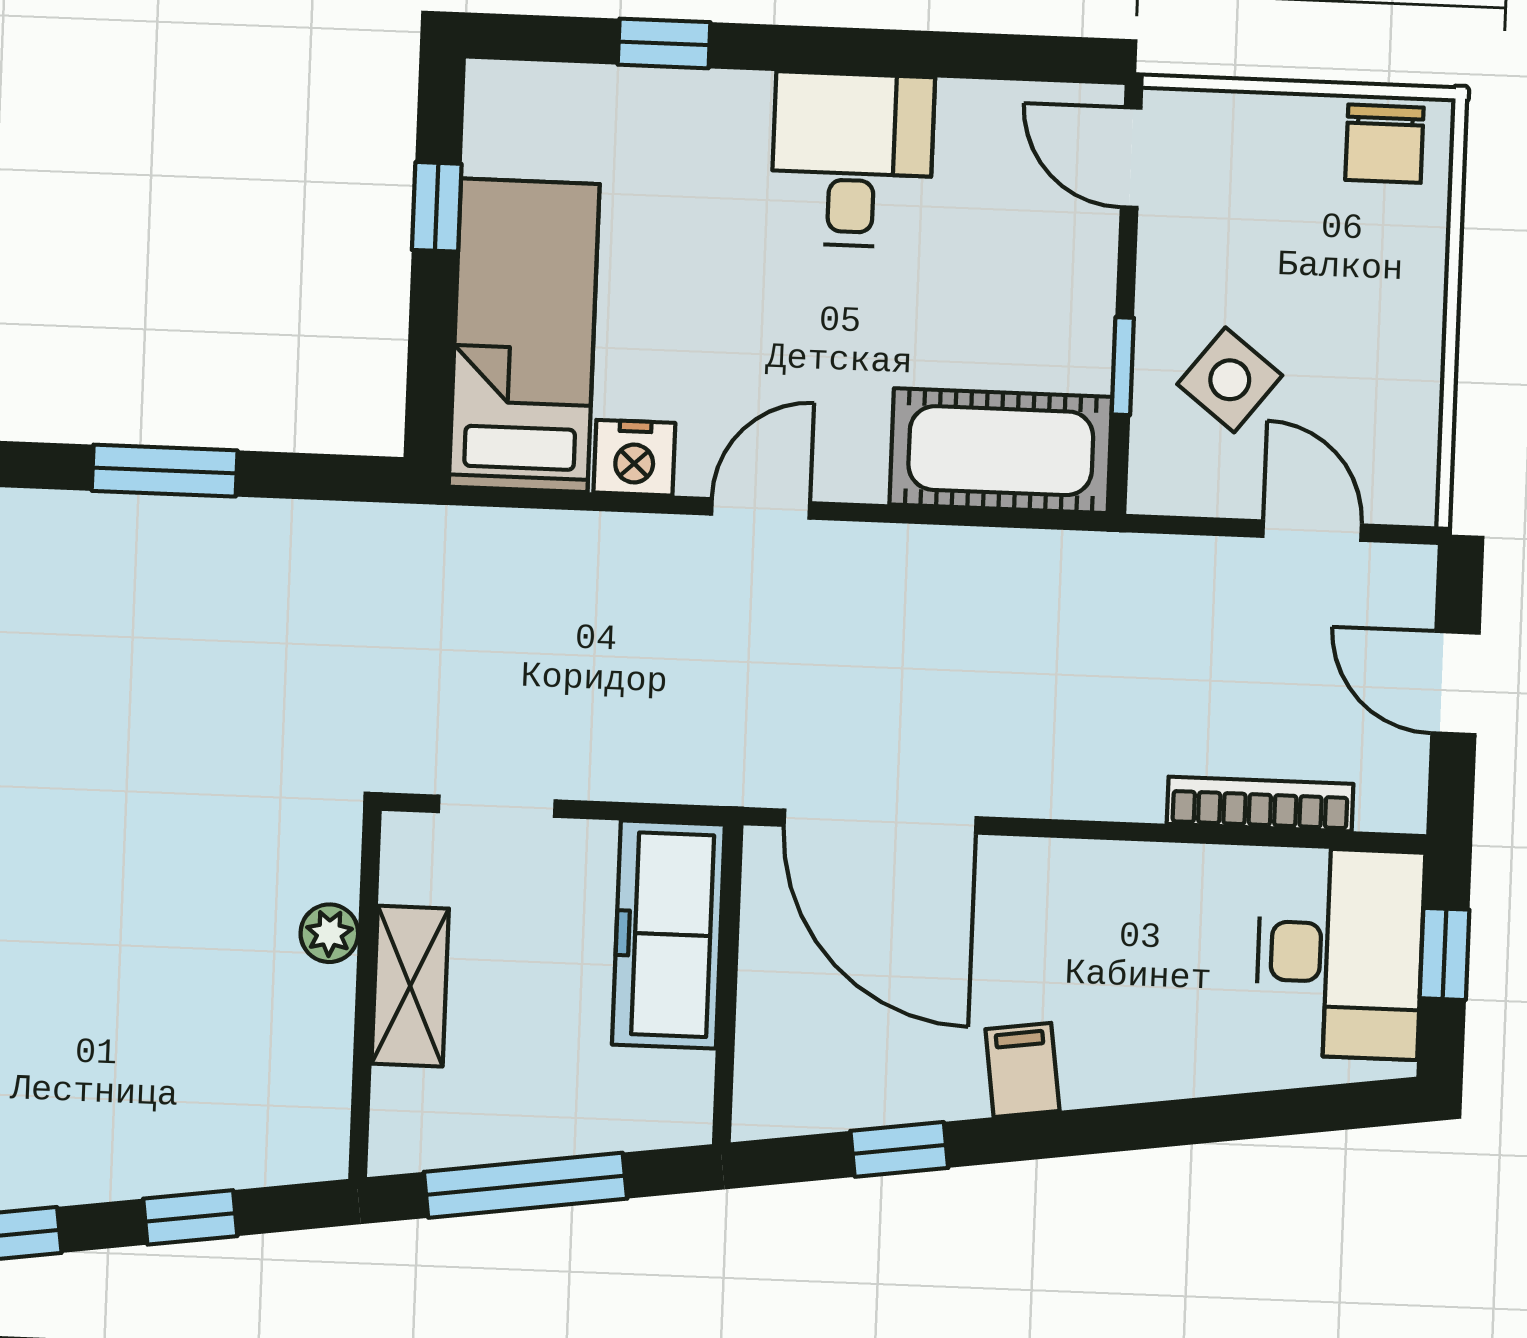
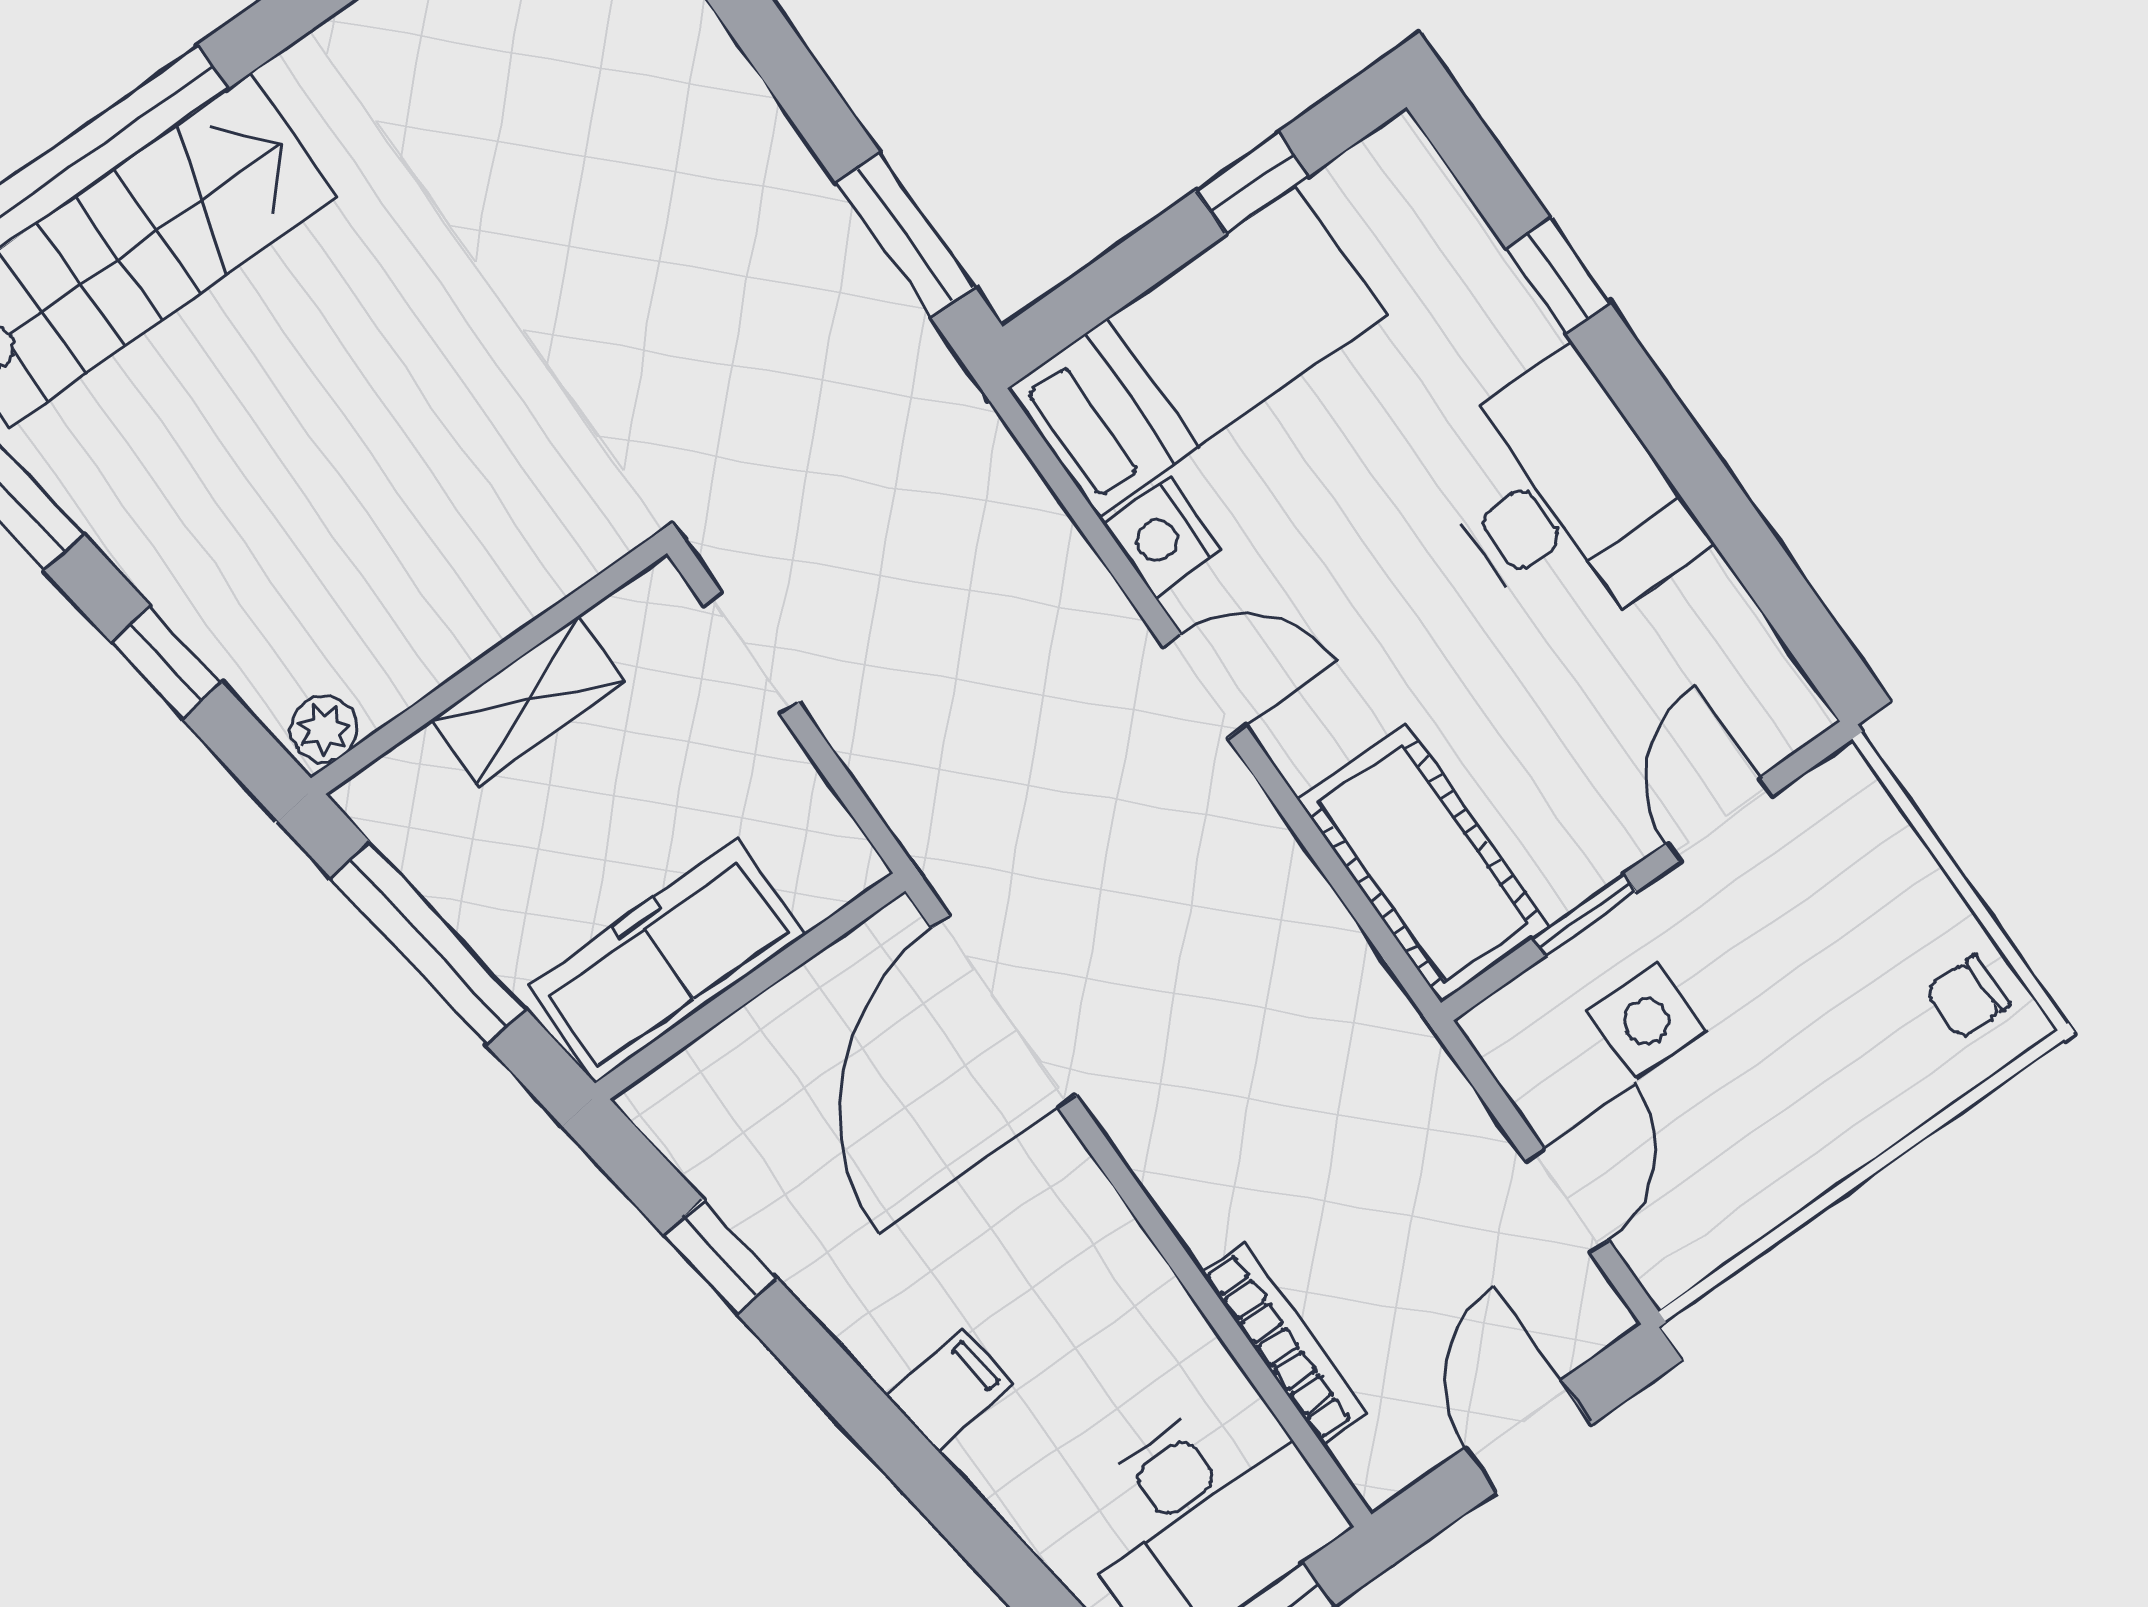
chair: (1384, 144) -> (1968, 997), width x0.73, depth x0.73
door: (1131, 158) -> (1720, 819), moved
desk: (852, 160) -> (1564, 499), width x1.37
side table: (1230, 380) -> (1646, 1021), turned -38
window: (165, 471) -> (905, 235), moved
plant: (329, 933) -> (324, 729), moved
freezer: (668, 935) -> (666, 960), moved
filing cabinet: (1022, 1070) -> (950, 1390), moved

